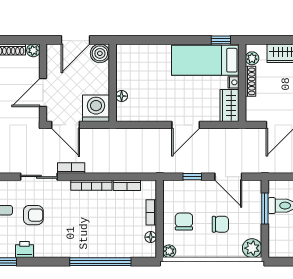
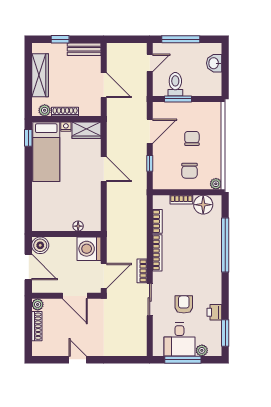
chair: (184, 222) -> (189, 171), turned -90
floor lamp: (151, 237) -> (203, 205), width x1.89, depth x1.89
plant: (252, 248) -> (213, 110), removed

